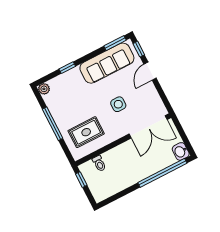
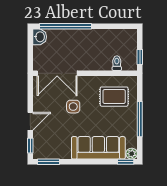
sofa: (107, 63) -> (98, 148), moved
window: (67, 68) -> (126, 162), moved
double door: (148, 127) -> (57, 73), swing flipped

